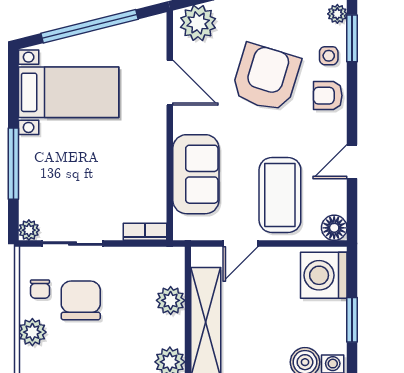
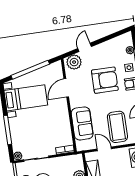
armchair: (266, 78) -> (105, 80), turned 73
door: (170, 83) -> (66, 88), swing flipped
door: (240, 244) -> (104, 149), swing flipped

